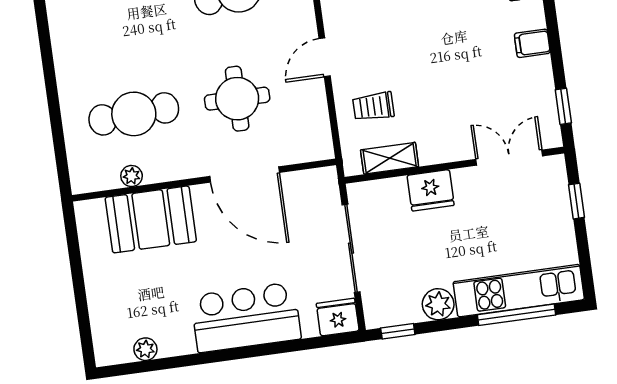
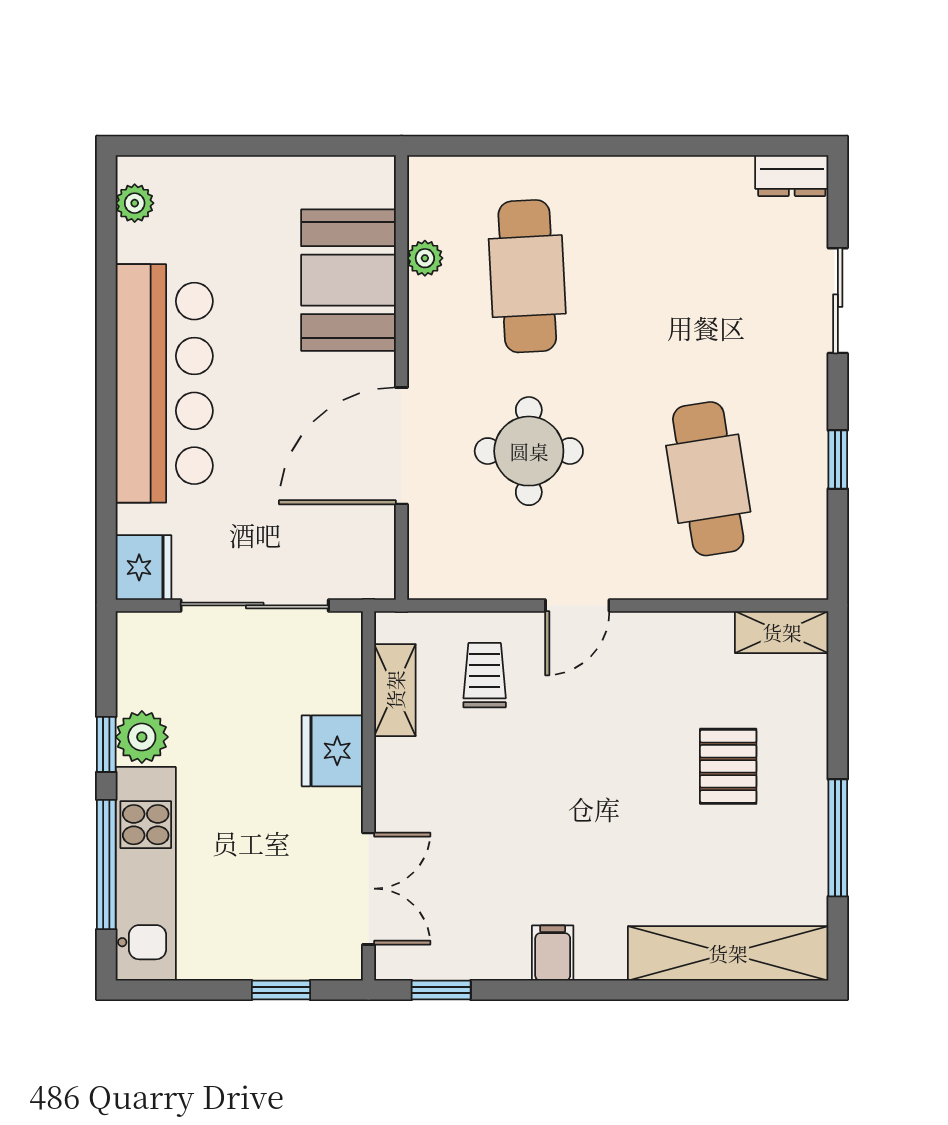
door: (325, 57) -> (577, 605), swing flipped
bar counter: (246, 317) -> (164, 383), width x1.36
window: (398, 331) -> (106, 744), moved
plant: (145, 349) -> (135, 203), moved

